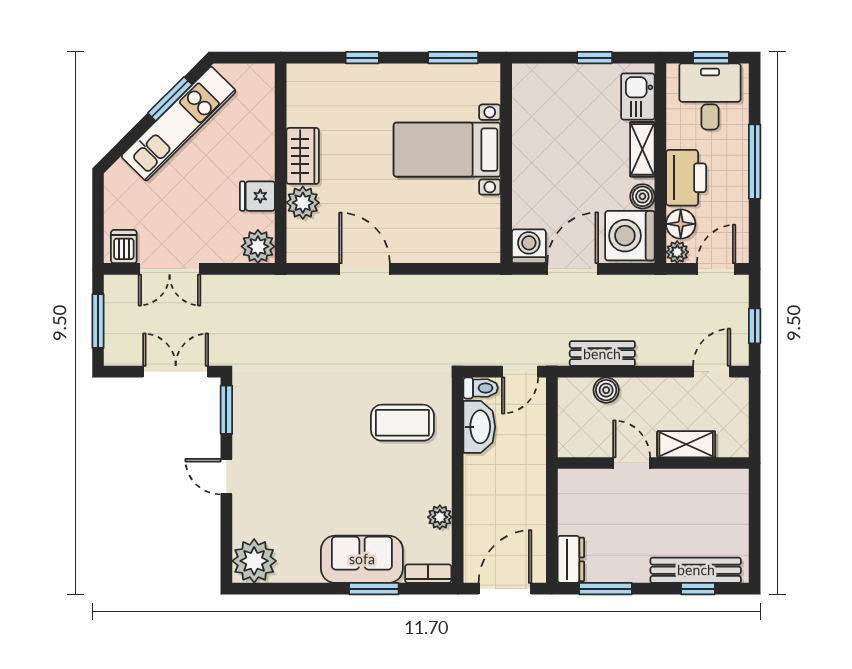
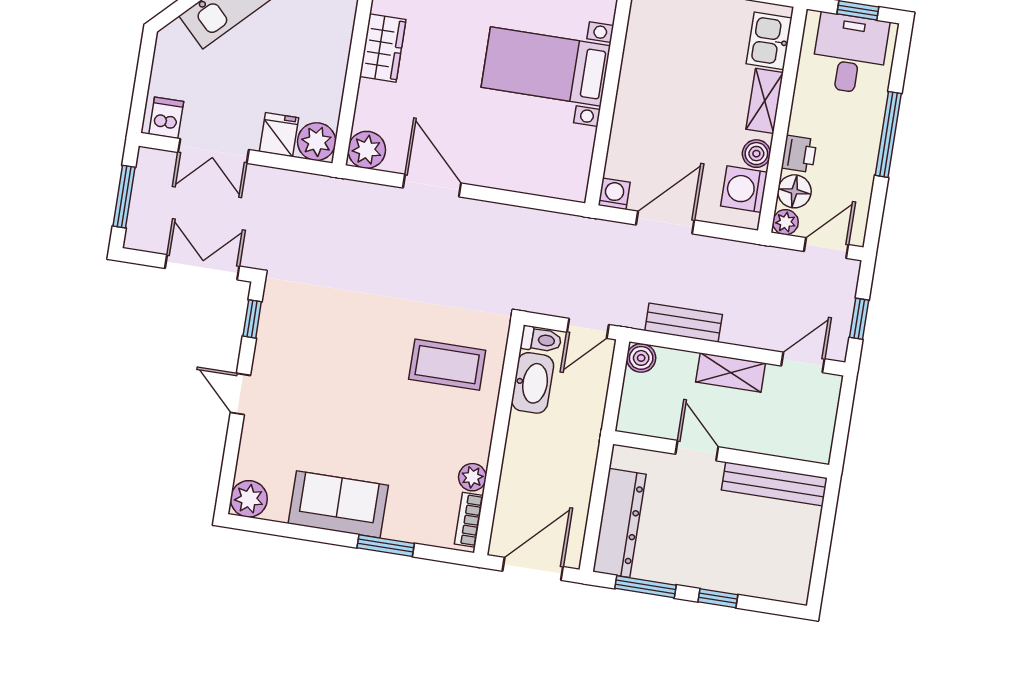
printer: (686, 178) -> (799, 154), width x0.53, depth x0.68
fridge: (257, 196) -> (279, 135), moved, turned 90
plant: (303, 203) -> (367, 150), moved
washing machine: (630, 236) -> (744, 189), width x0.73, depth x0.73
washing machine: (529, 246) -> (614, 194), width x0.73, depth x0.73
boiler: (606, 390) -> (641, 358), moved
window: (226, 410) -> (252, 319), width x0.67
shelving: (686, 444) -> (731, 373), moved
sofa: (362, 559) -> (338, 504), moved
dresser: (571, 559) -> (619, 523), width x1.96, depth x1.24
plant: (254, 561) -> (249, 499), width x0.73, depth x0.73
bench: (696, 570) -> (774, 484), moved
bookcase: (428, 574) -> (469, 520), moved, turned -90
window: (698, 589) -> (718, 598), moved

